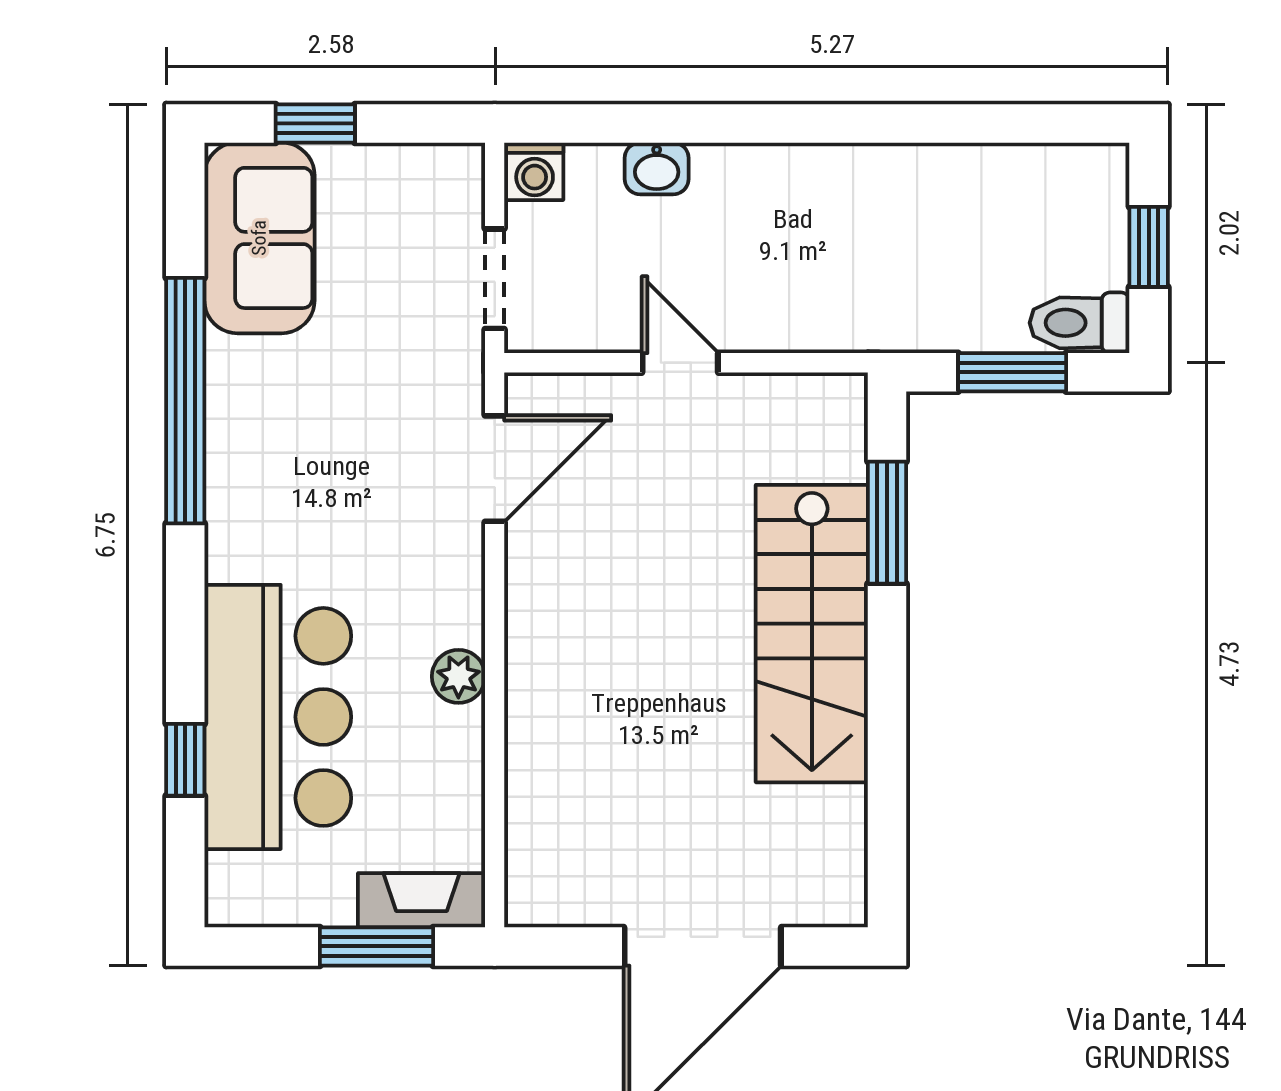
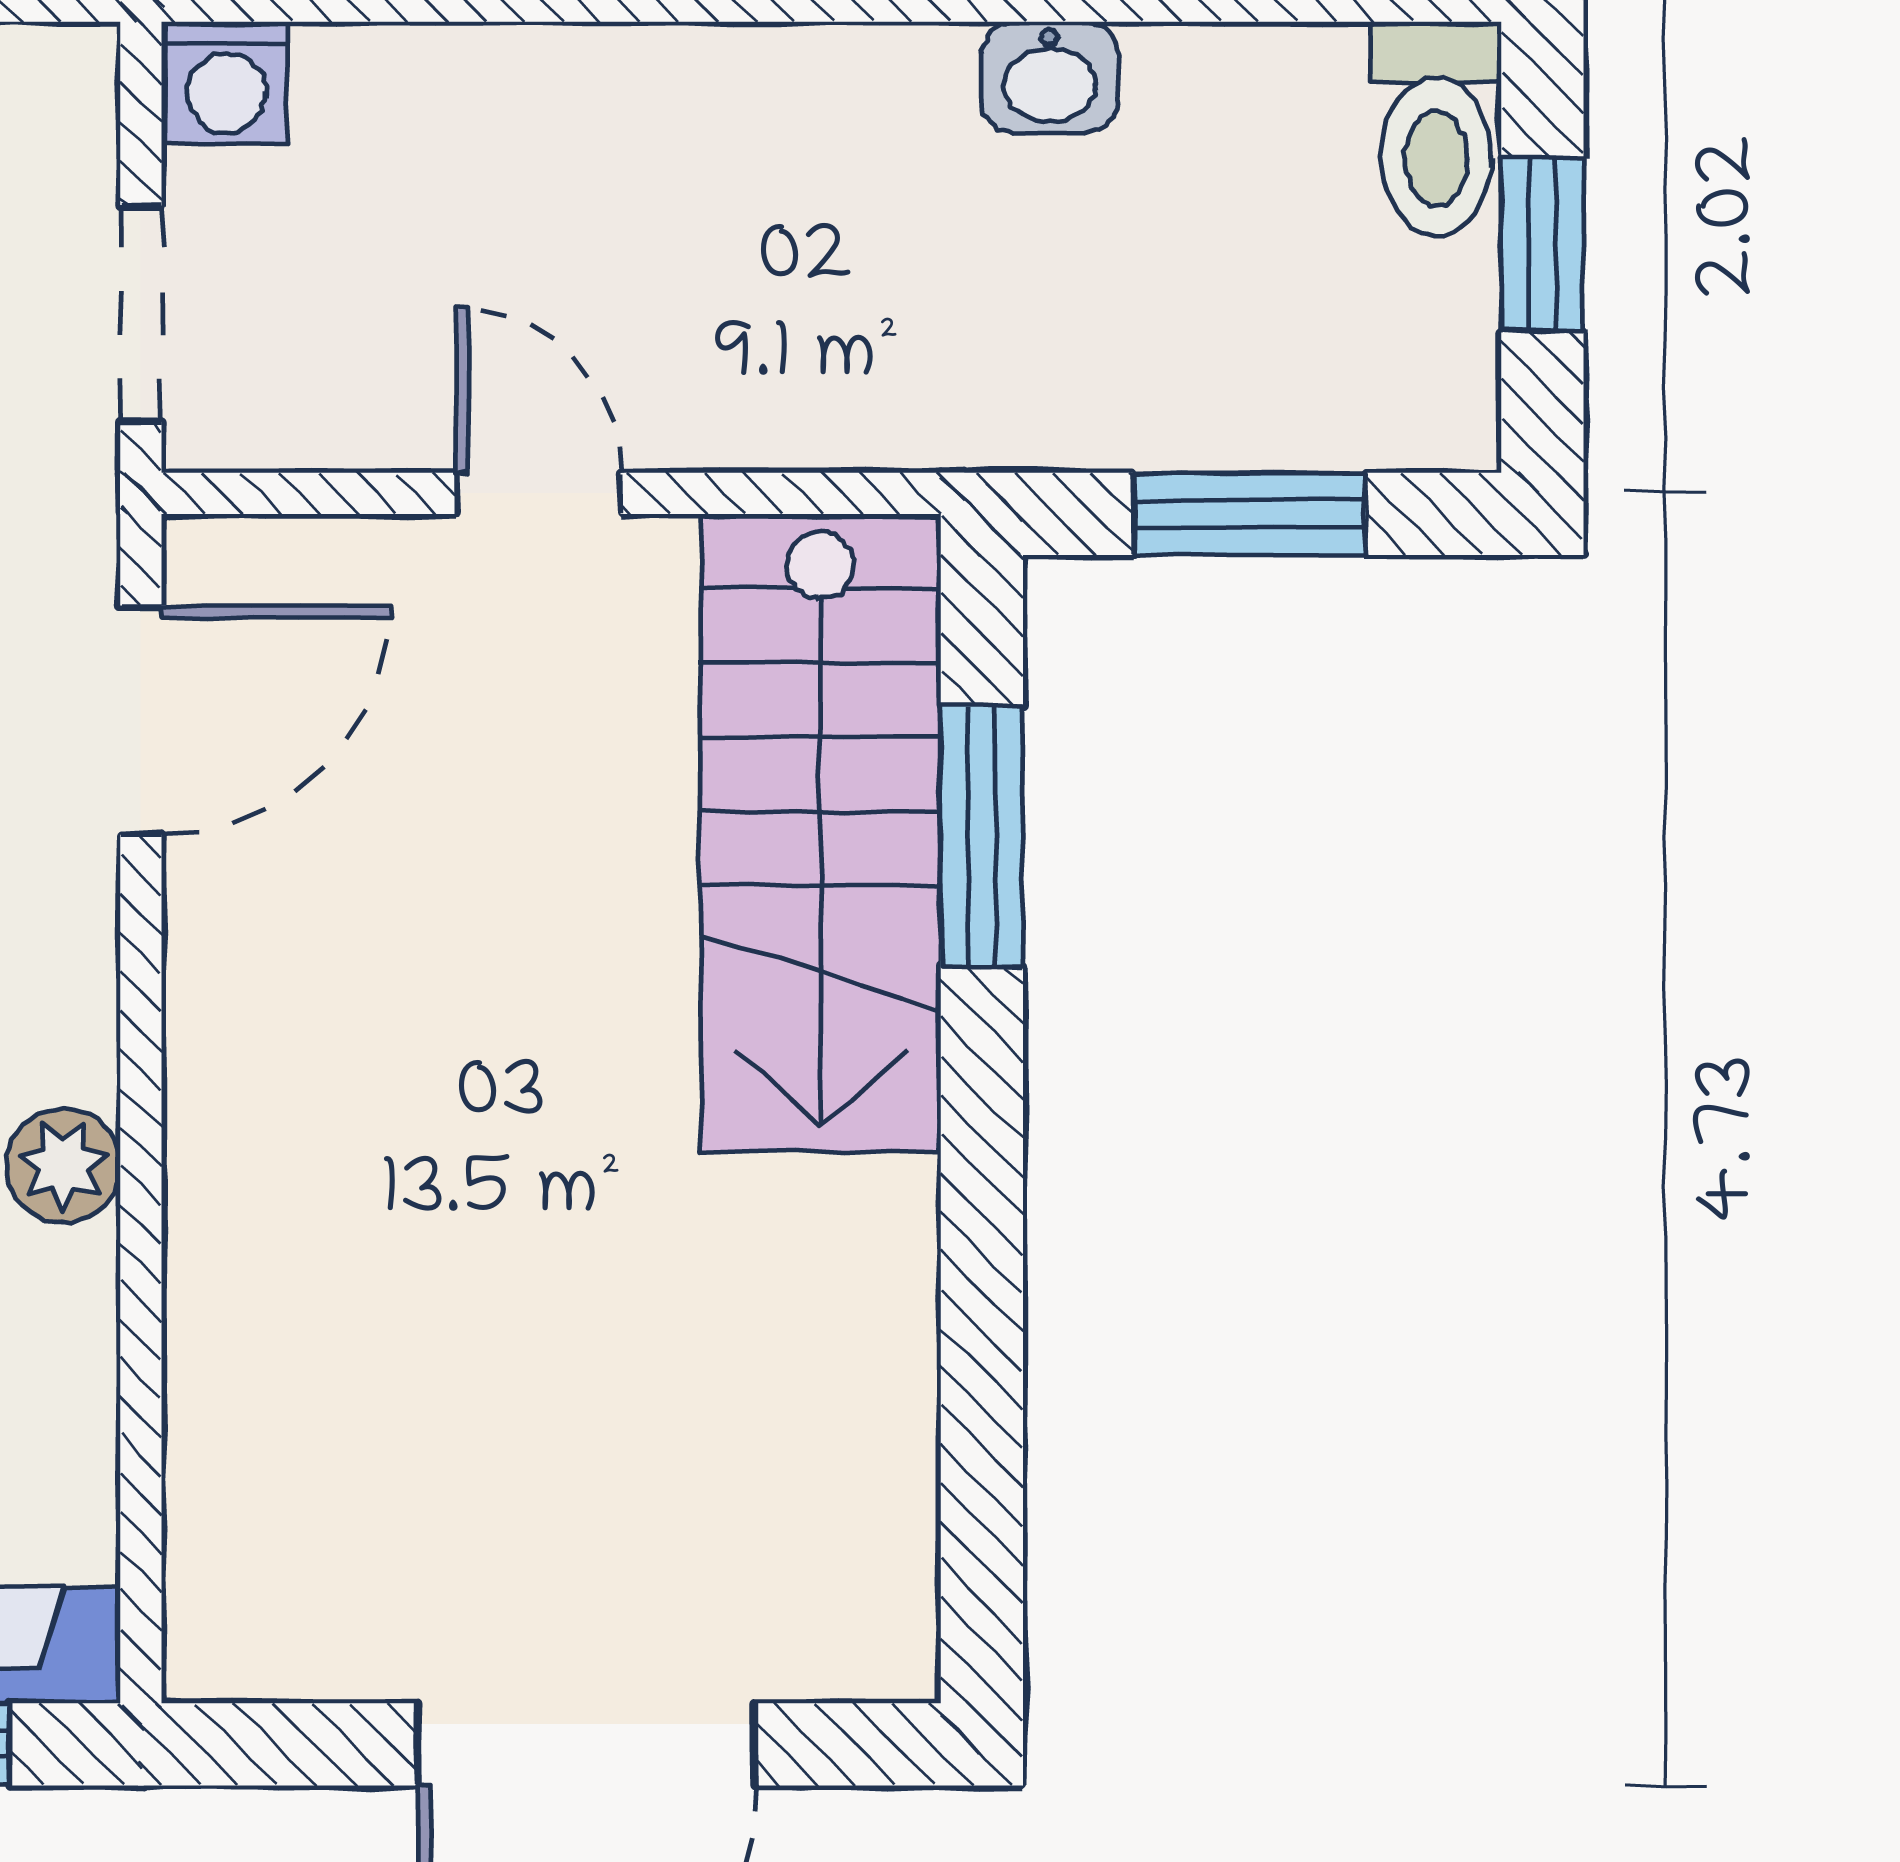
washbasin: (657, 168) -> (1050, 77), moved
toilet: (1080, 323) -> (1436, 129), moved, turned -90
stairs: (812, 634) -> (821, 833), moved

